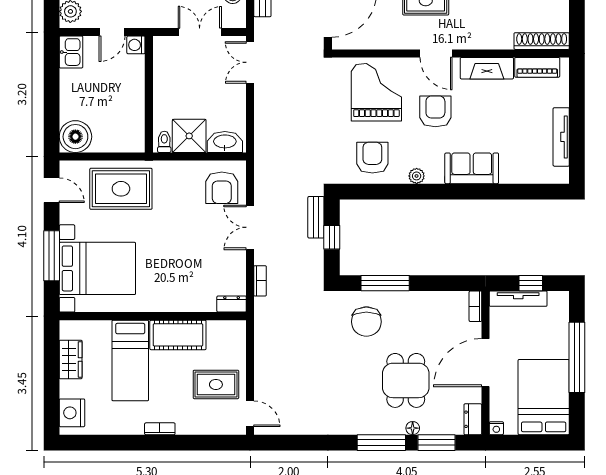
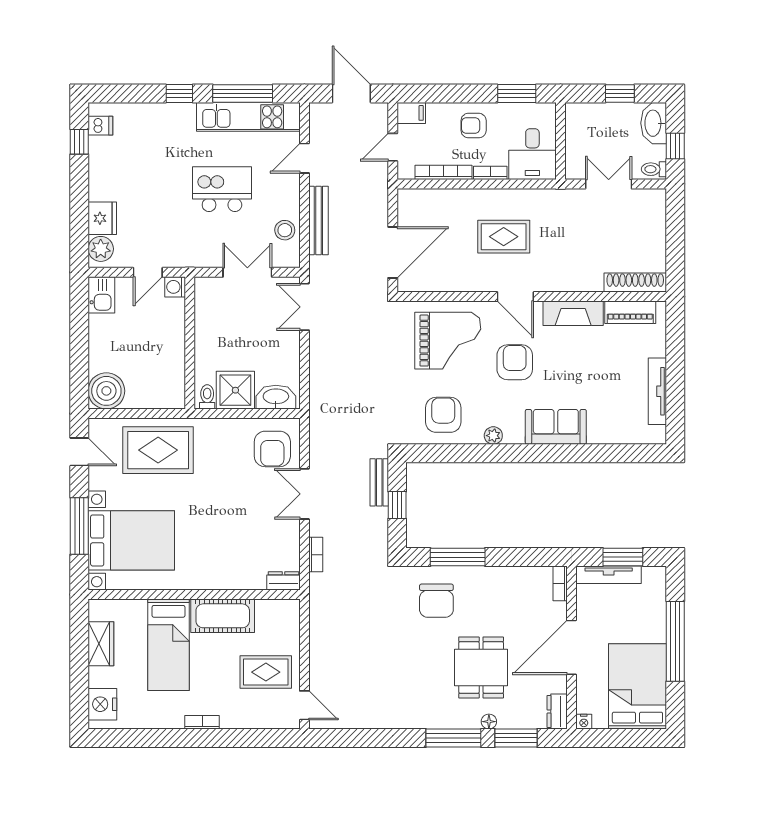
grand piano: (376, 92) -> (448, 341), turned 90
window: (531, 283) -> (623, 557), width x1.50

